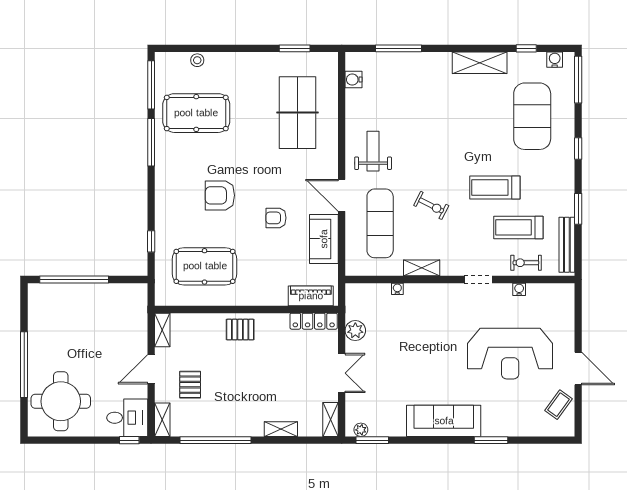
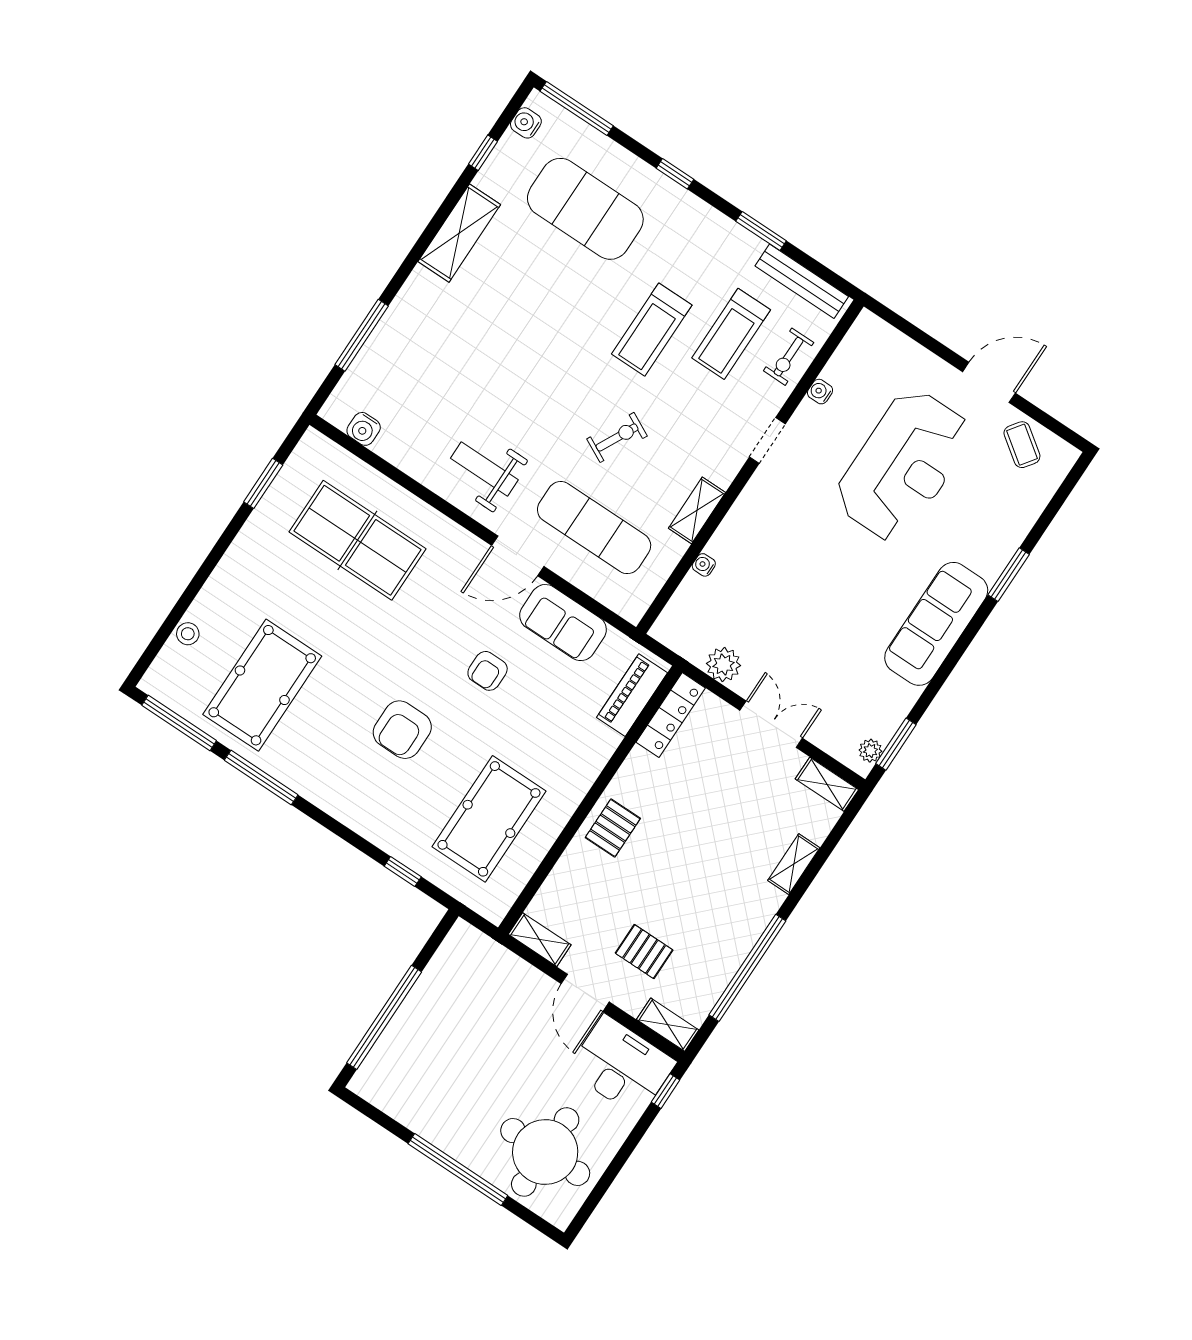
desk: (127, 418) -> (622, 1066), width x1.37

